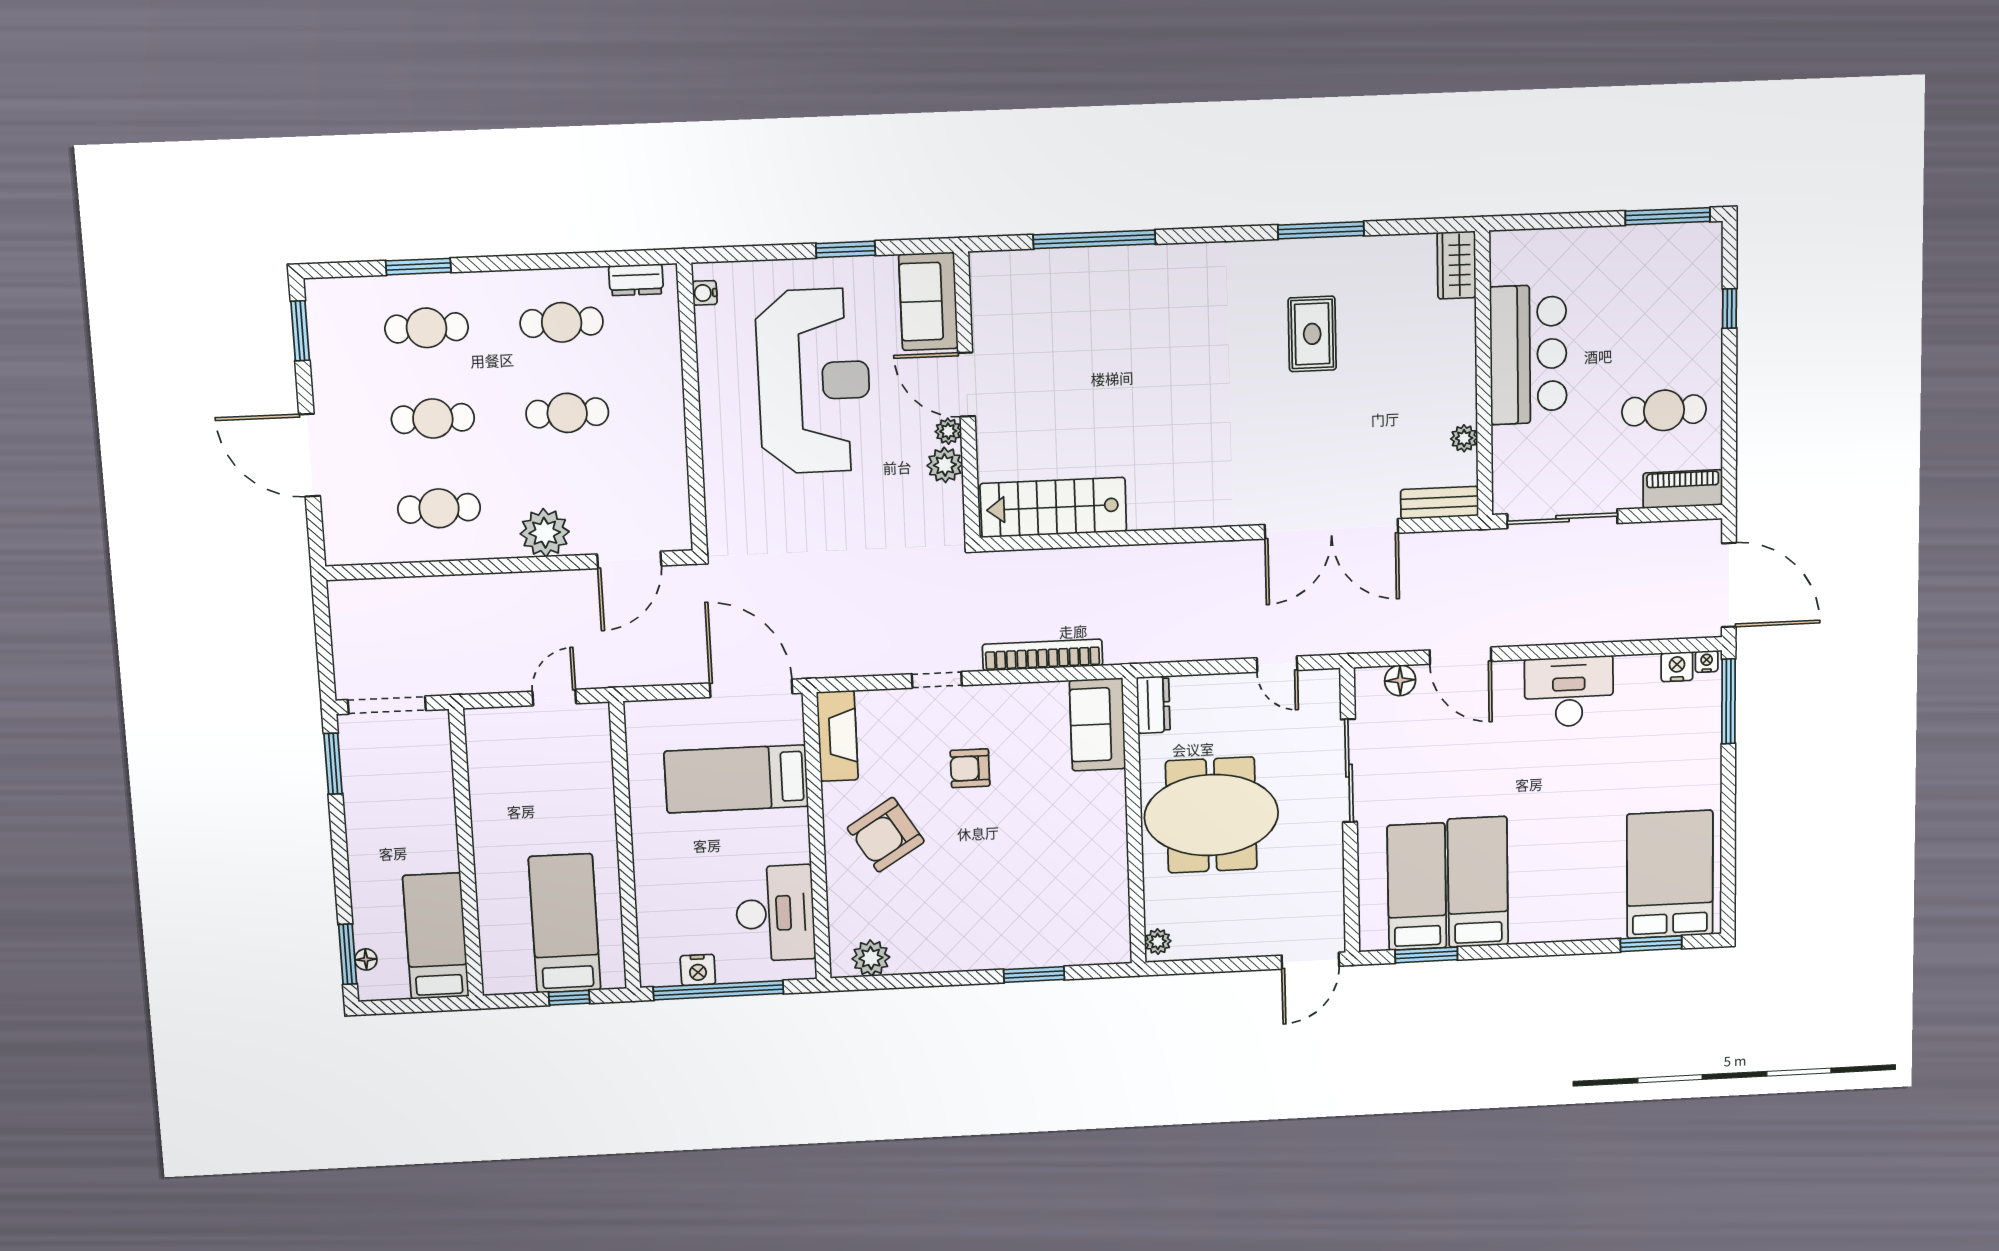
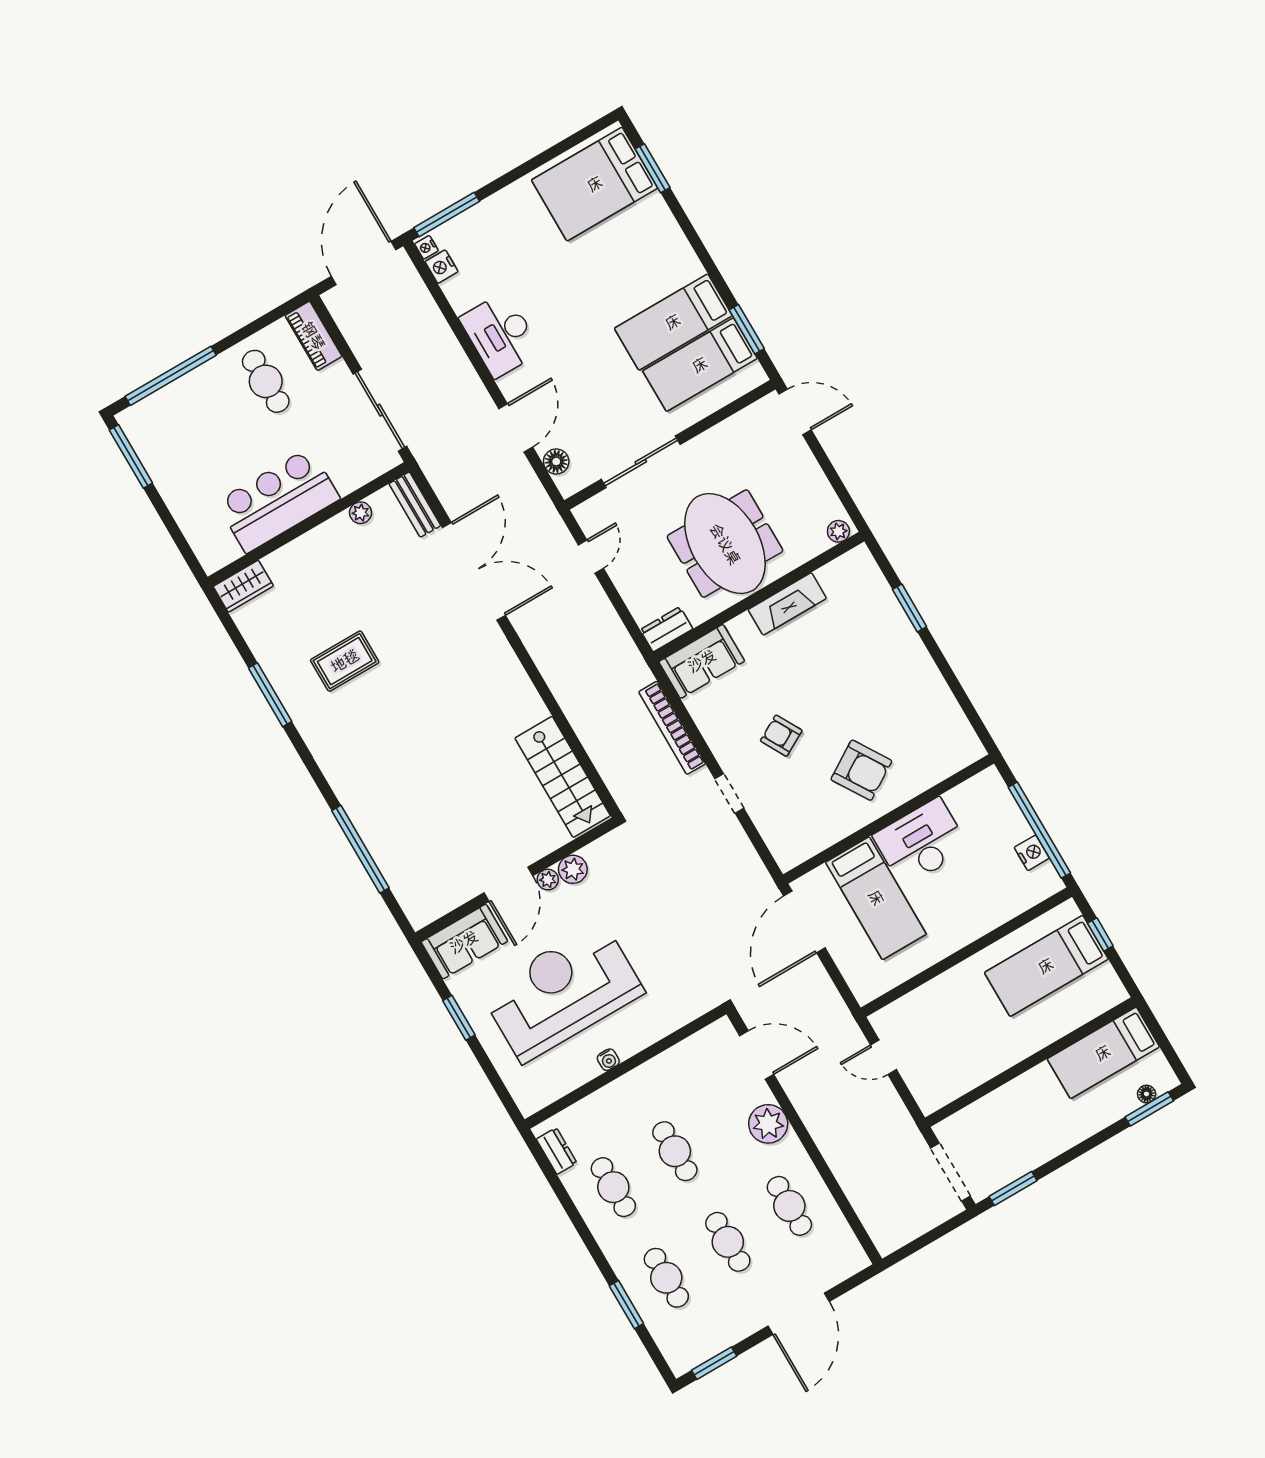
water cooler: (705, 293) -> (608, 1060), moved
window: (1729, 309) -> (171, 376), width x3.17
fireplace: (837, 736) -> (787, 604), moved, turned 180
armchair: (970, 768) -> (781, 736), turned 151
desk: (775, 913) -> (921, 842), moved
plant: (871, 958) -> (958, 733), removed

